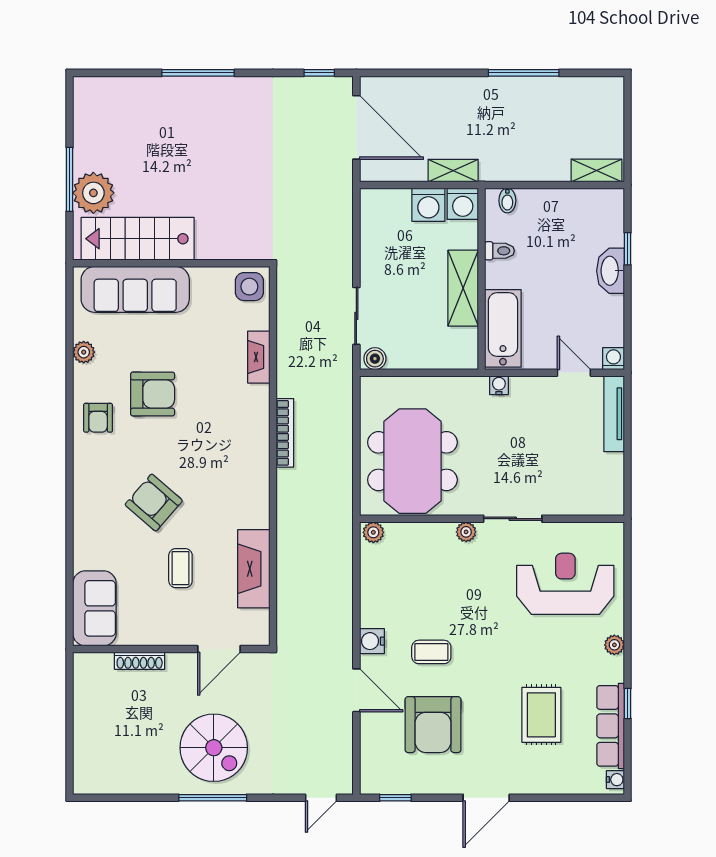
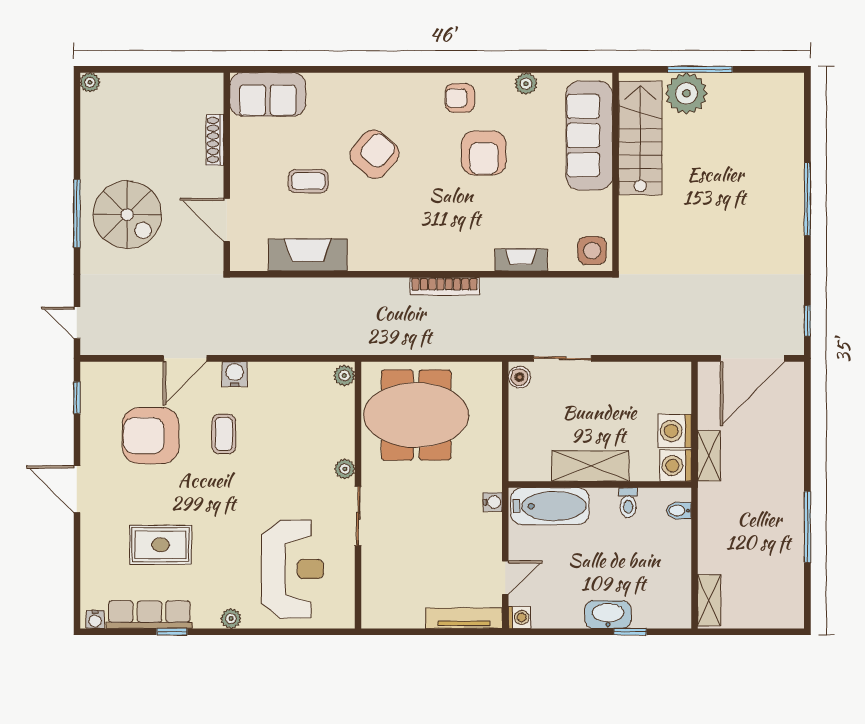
spiral stairs: (214, 748) -> (127, 215), turned -90
plant: (82, 785) -> (90, 82), added

